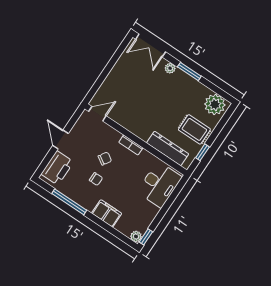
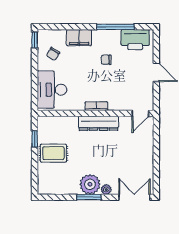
plant: (215, 104) -> (90, 184), moved
dresser: (168, 148) -> (98, 123), moved
chair: (105, 159) -> (53, 54), moved
printer: (57, 168) -> (135, 40), moved, turned -90
plant: (136, 236) -> (43, 35), removed

